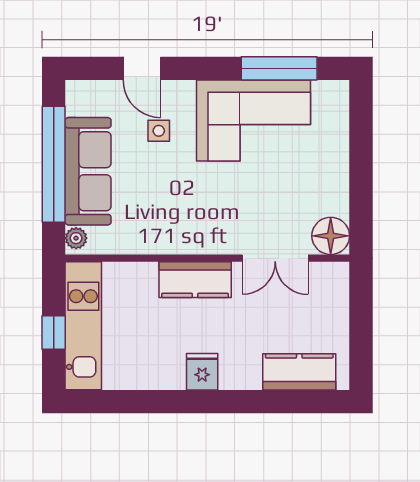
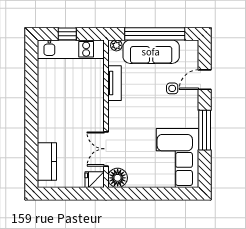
window: (279, 68) -> (205, 130), moved
corner sofa: (254, 121) -> (177, 158), moved
tv unit: (149, 242) -> (114, 83), added
kitchen counter: (195, 280) -> (95, 107), removed
fridge: (202, 372) -> (95, 180), moved, turned 180

